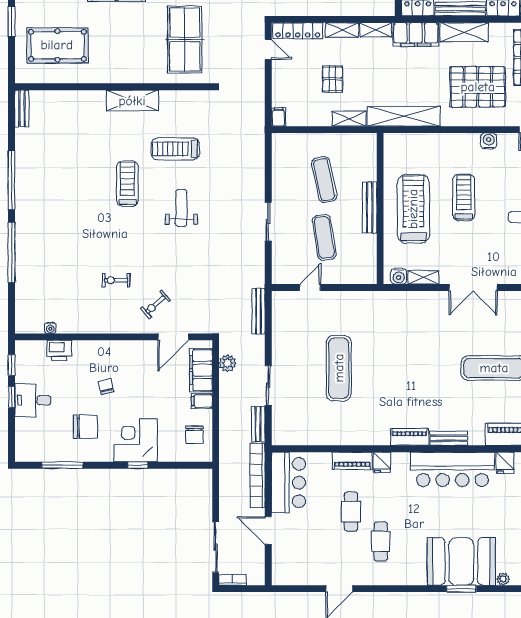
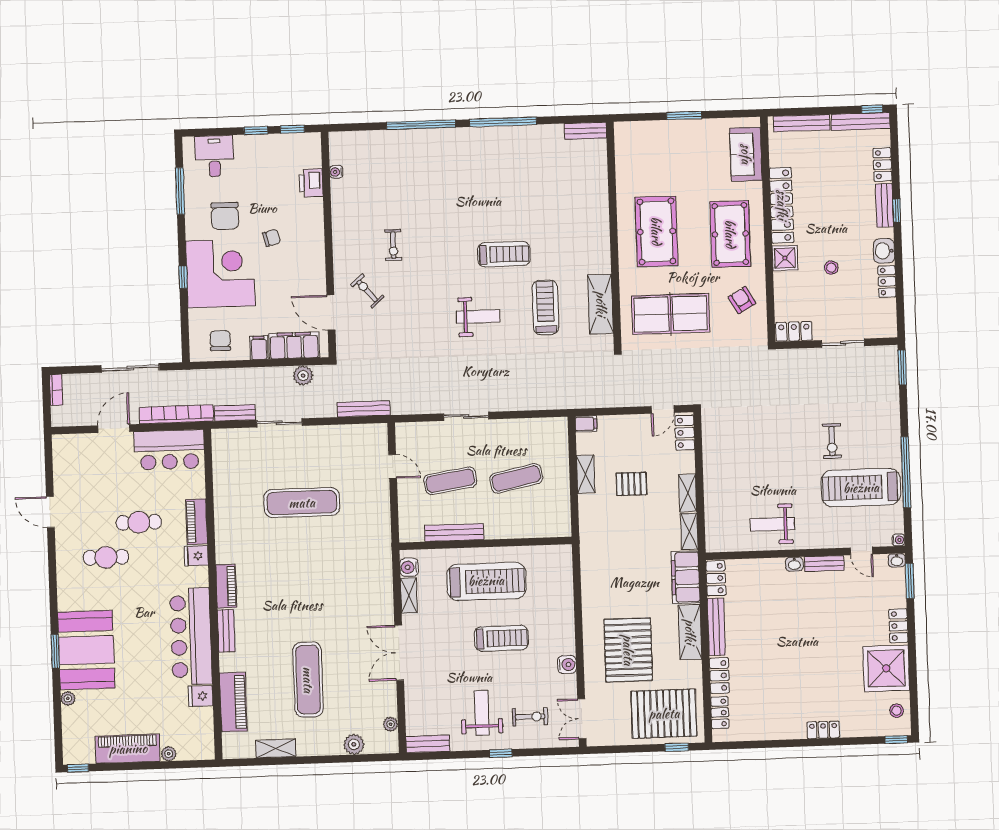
locker: (298, 31) -> (685, 433), width x0.66
pool table: (57, 45) -> (656, 231), moved
shelving: (132, 101) -> (601, 304), moved
shelving: (404, 116) -> (592, 567), removed
shelving: (349, 119) -> (586, 474), moved
bench: (370, 207) -> (454, 533), moved
exercise bike: (116, 280) -> (393, 245), turned 180
desk: (33, 400) -> (214, 156), moved
chair: (194, 435) -> (220, 341), turned 90
corner desk: (136, 440) -> (220, 273), width x1.36, depth x1.36
sliding door: (216, 547) -> (130, 368), moved

